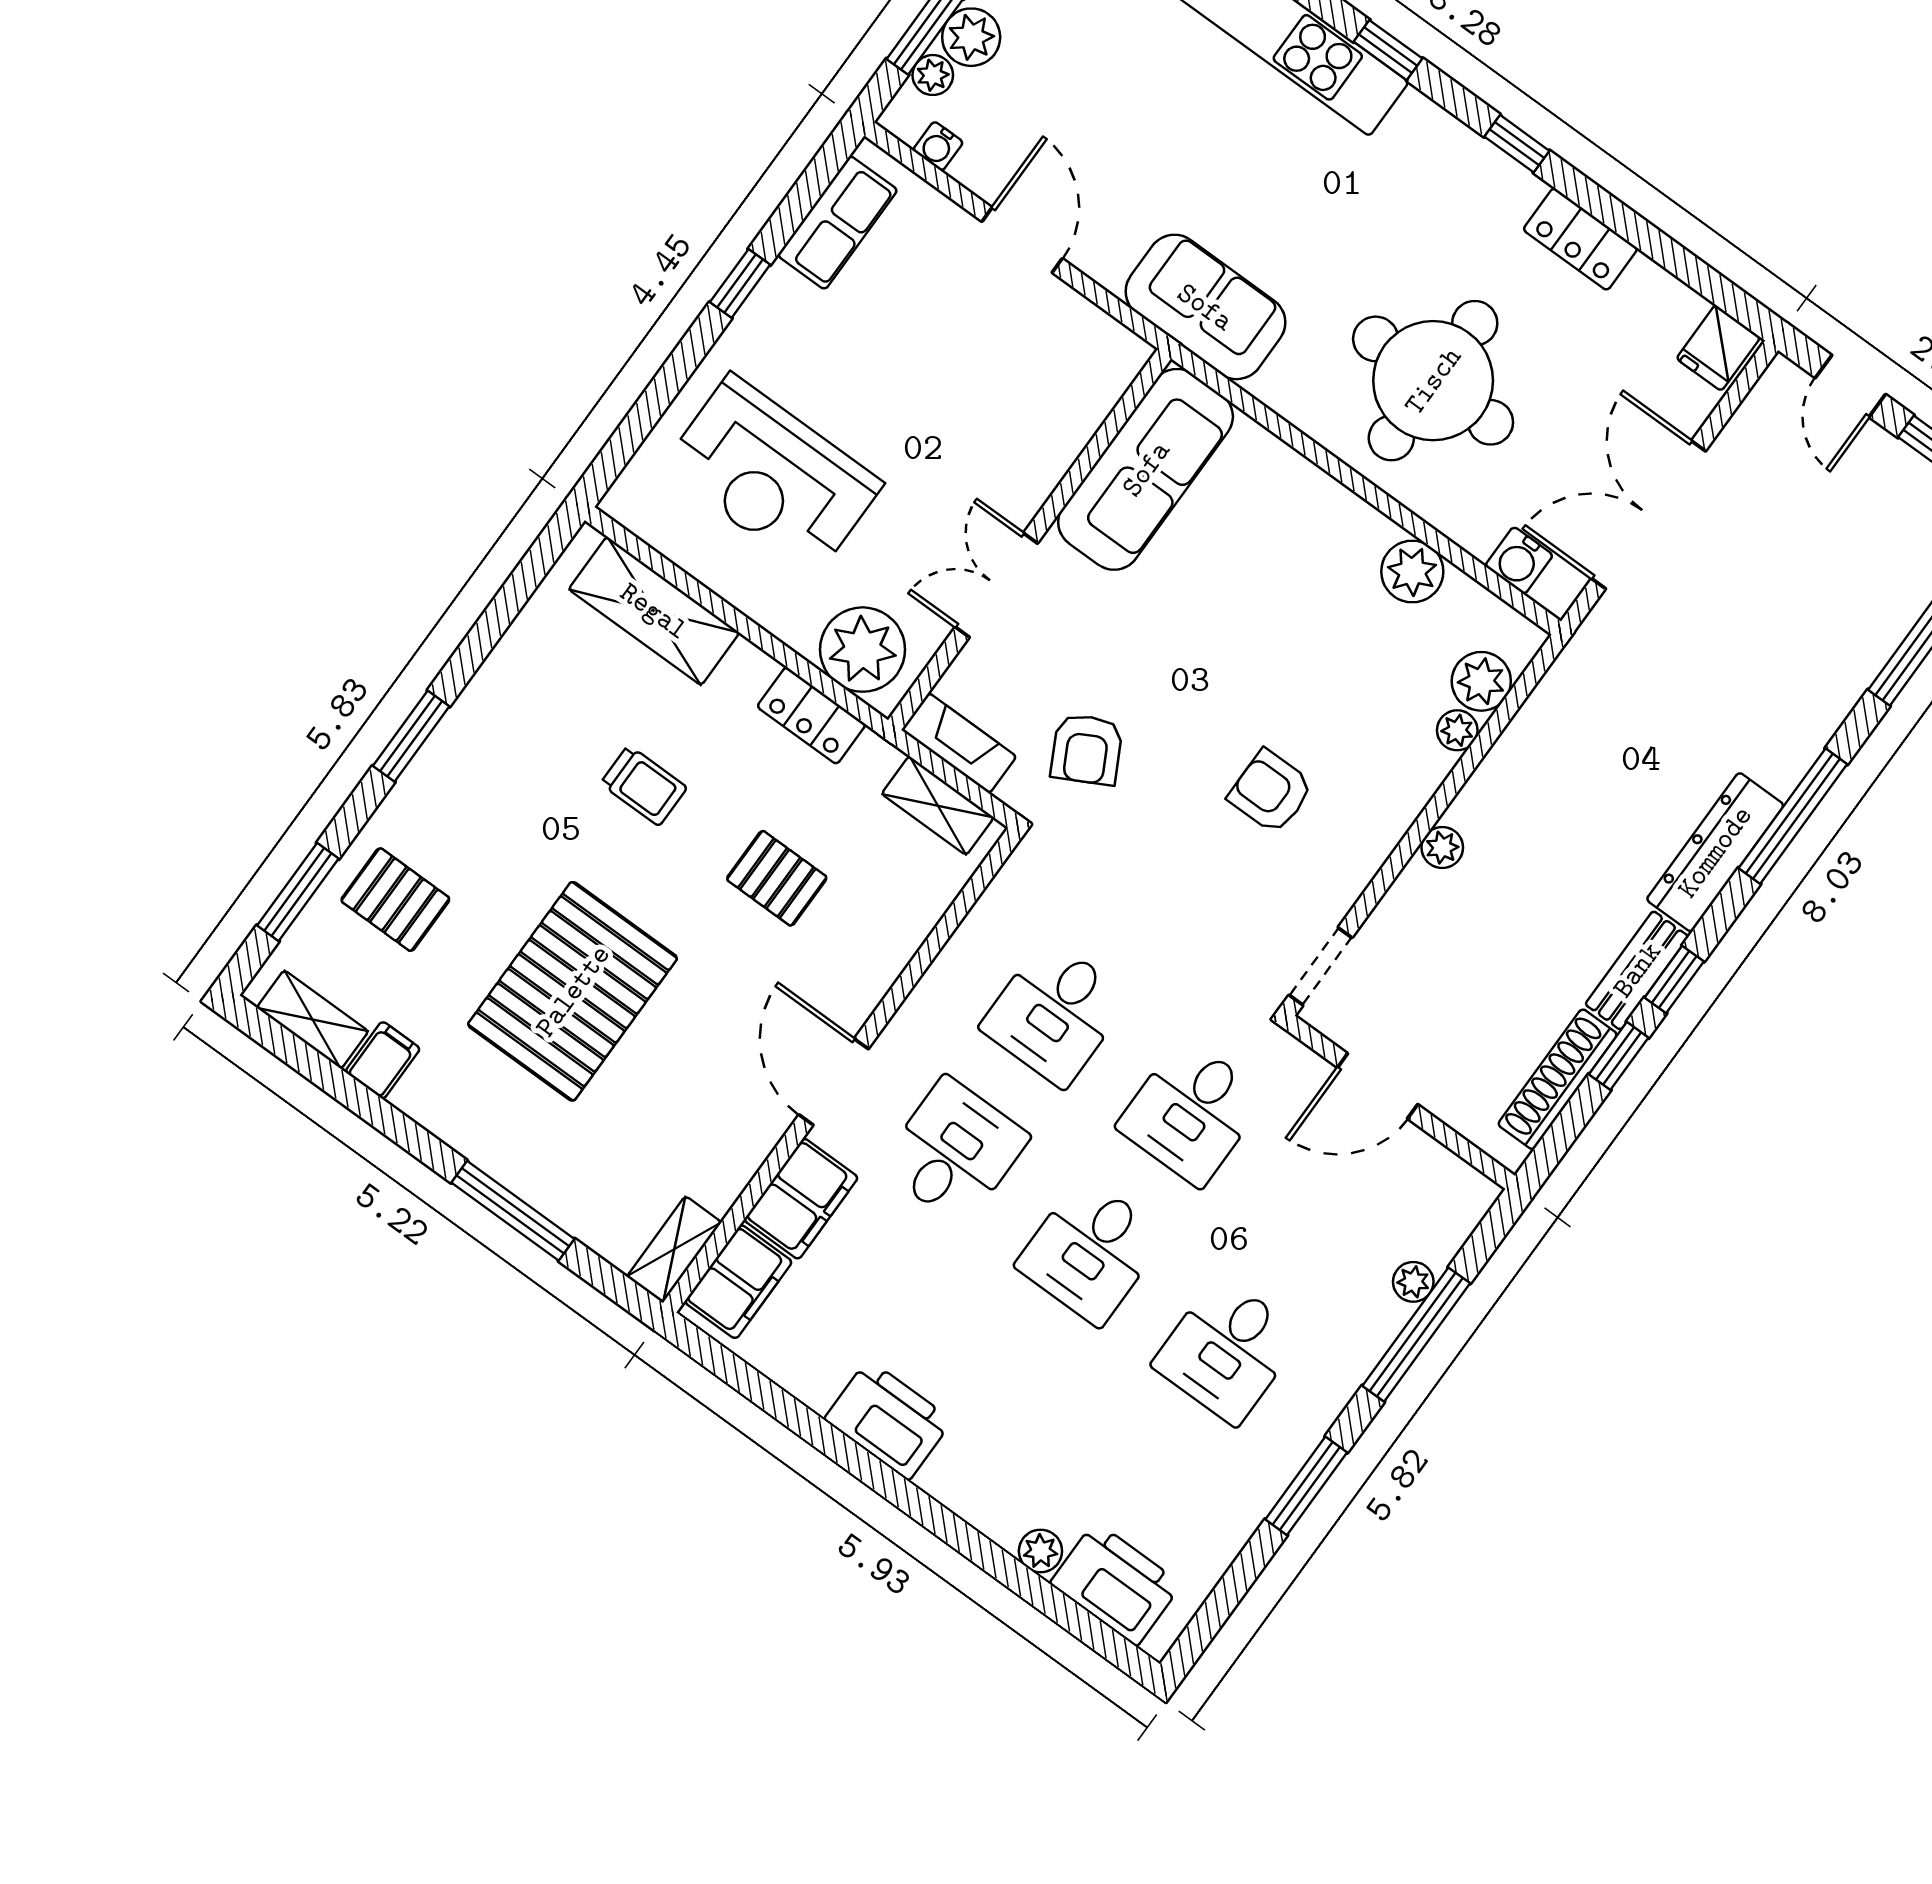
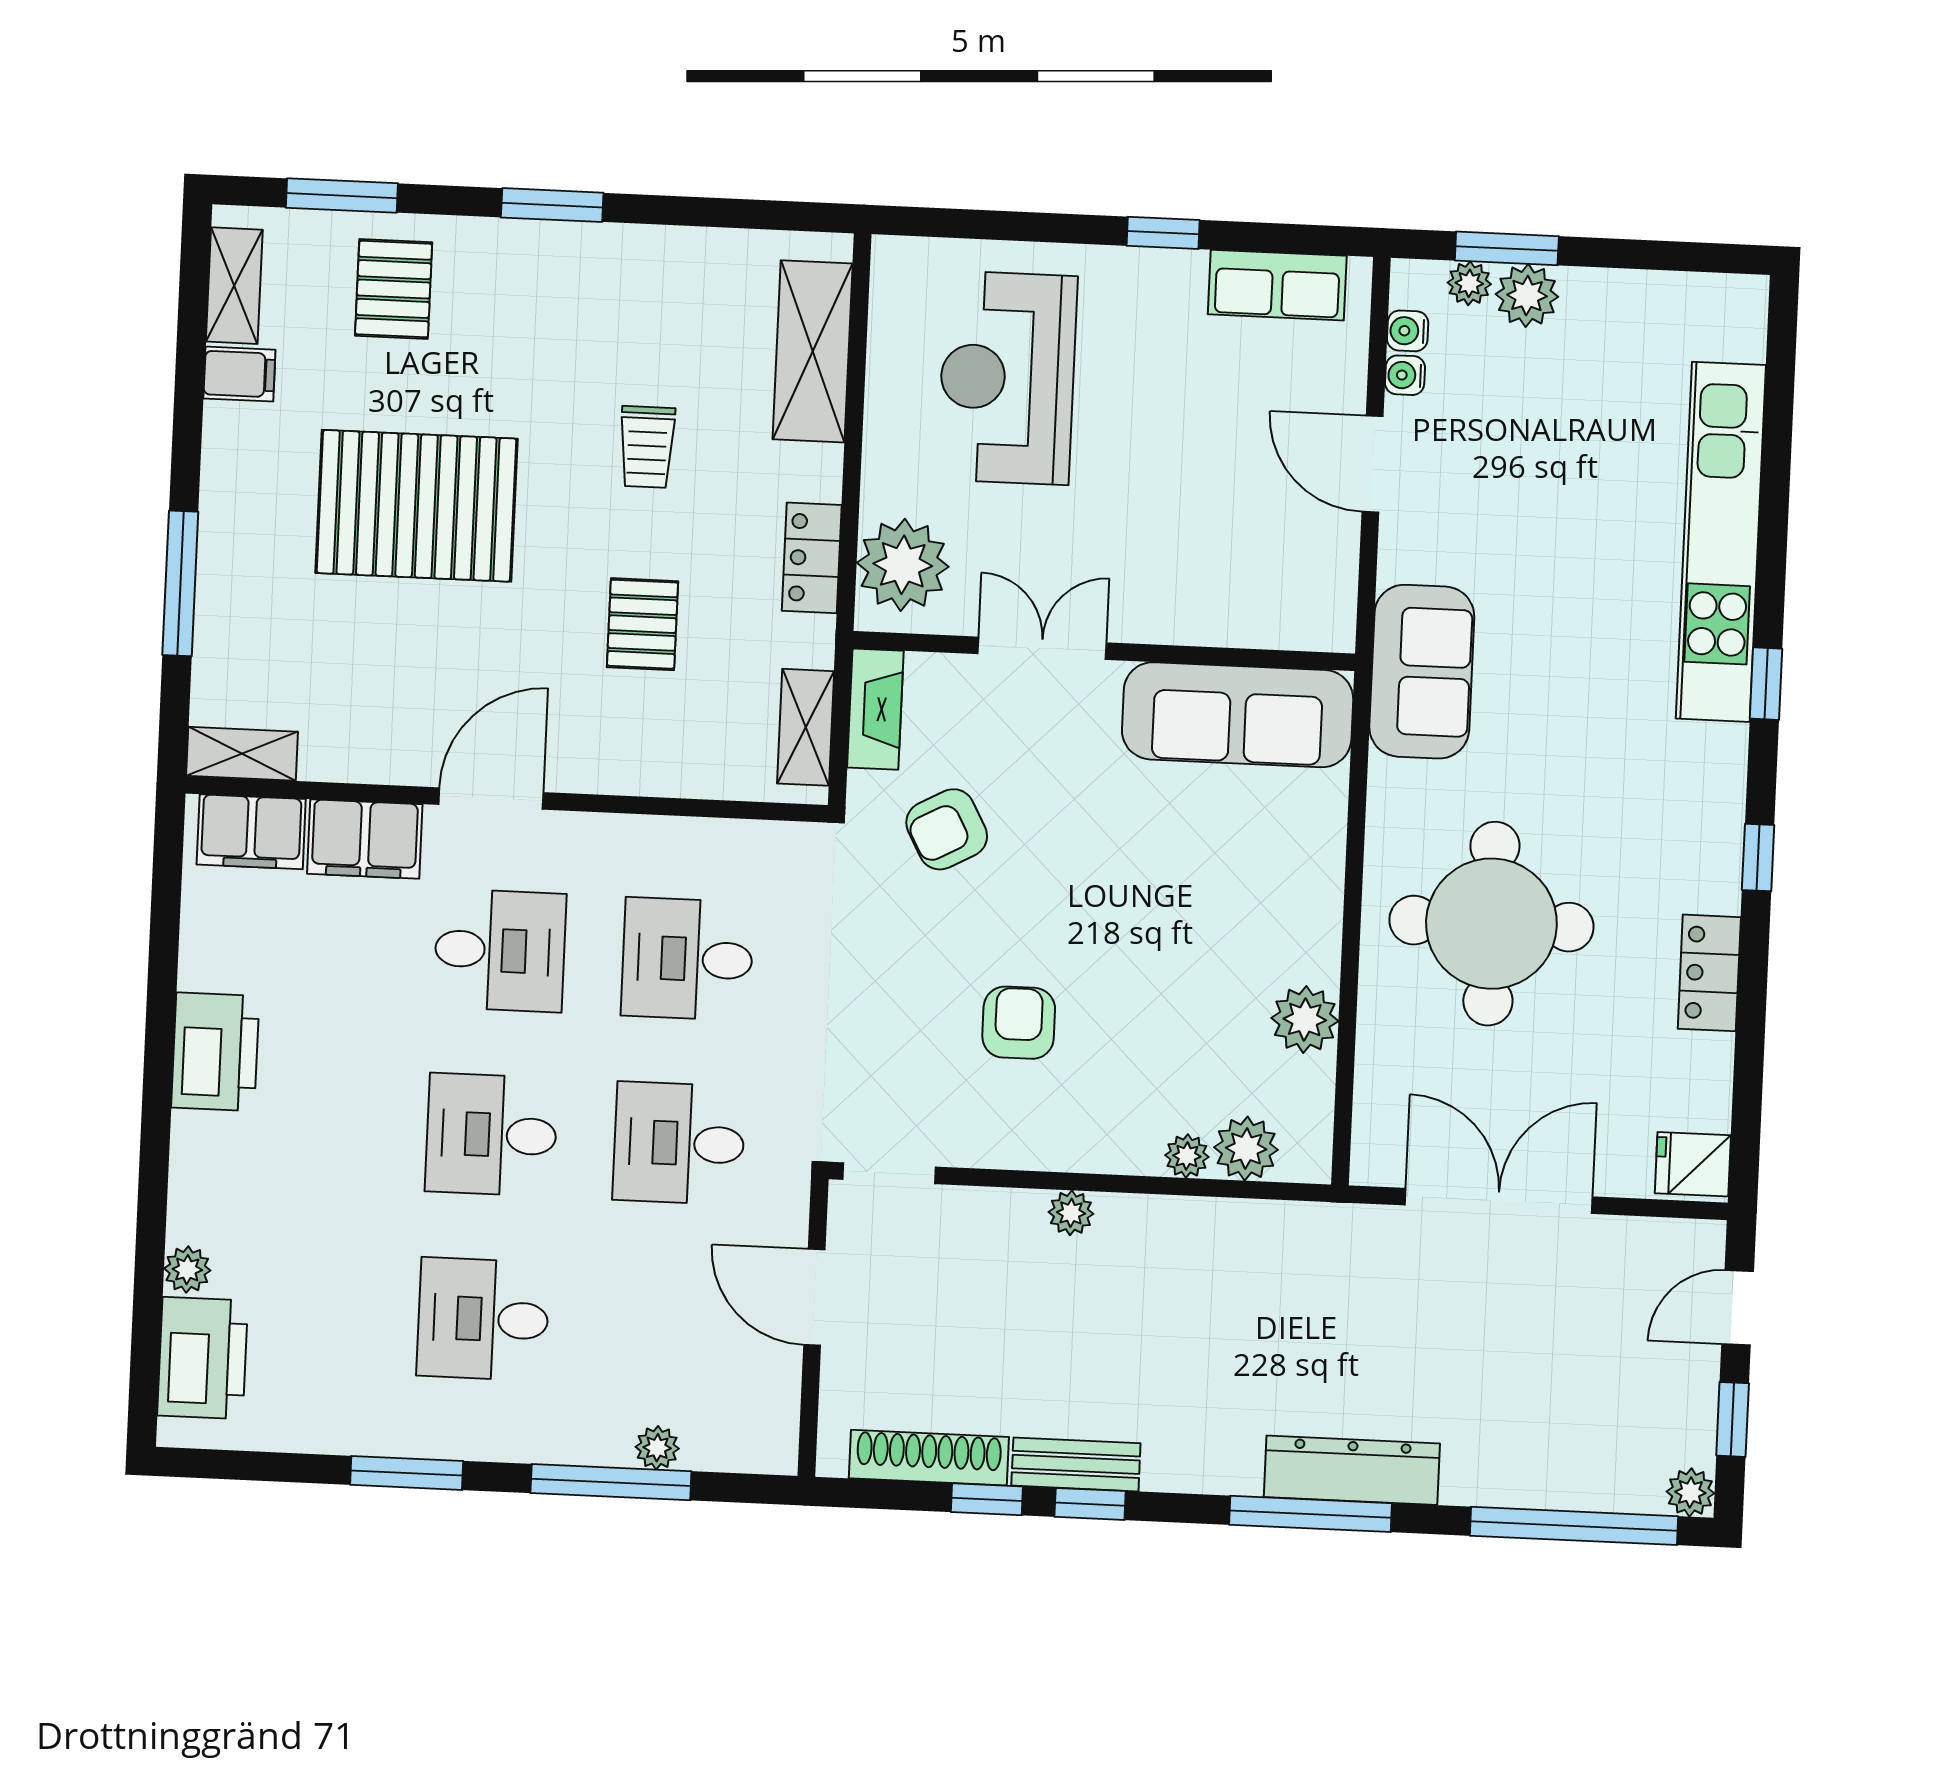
door: (1022, 240) -> (1373, 464), swing flipped
water cooler: (1519, 560) -> (1405, 375), moved, width x0.72, depth x0.72
dresser: (1715, 852) -> (1352, 1470), moved

